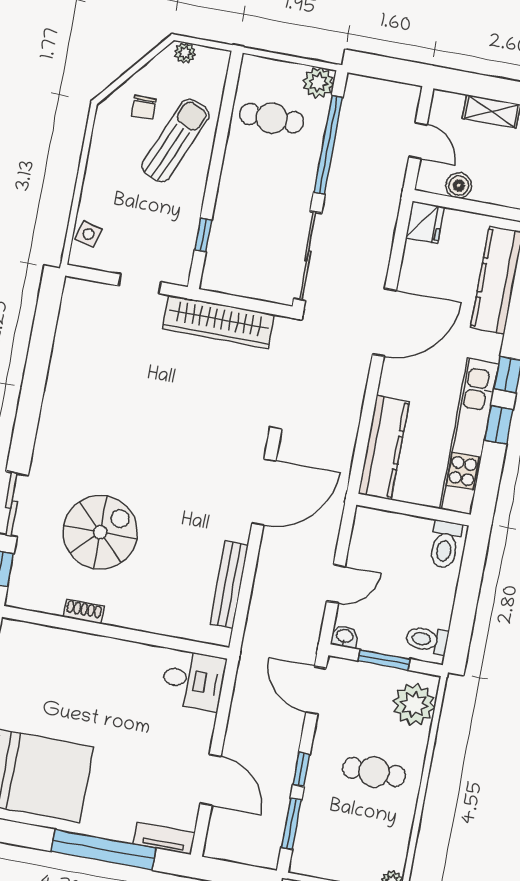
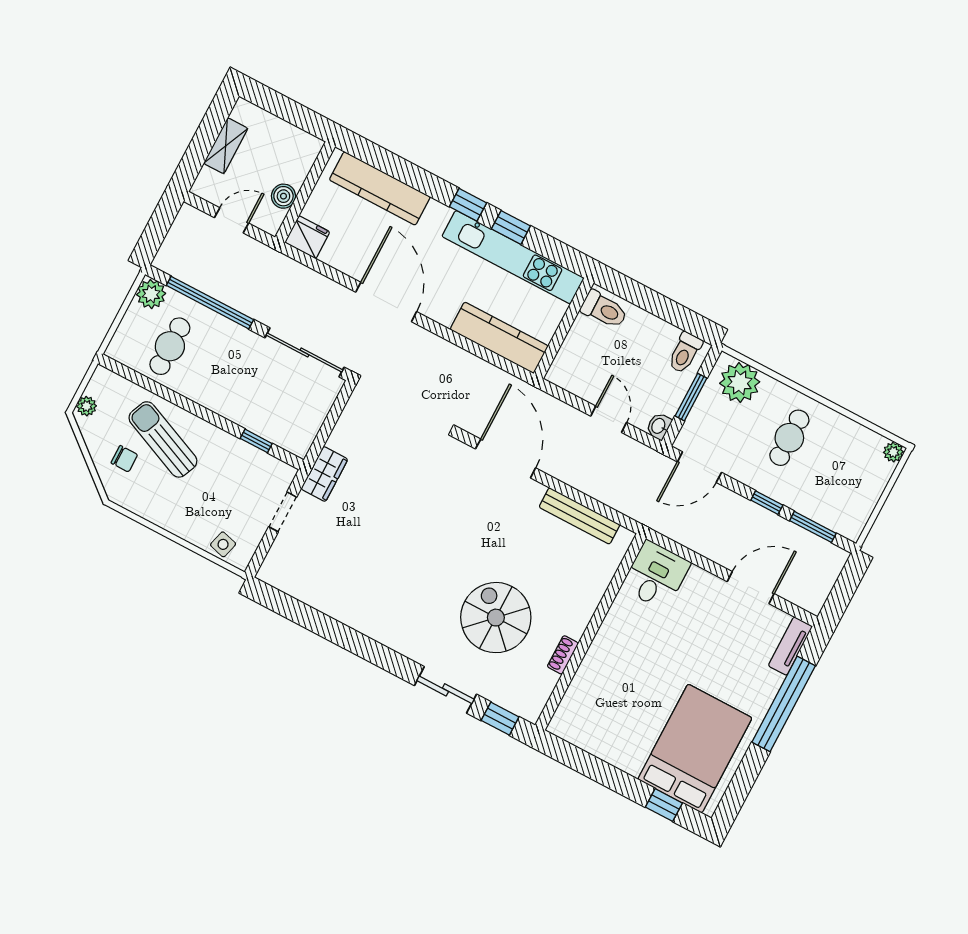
wardrobe: (218, 322) -> (324, 474), width x0.48, depth x0.85

